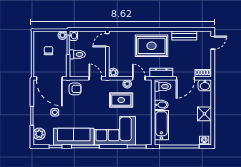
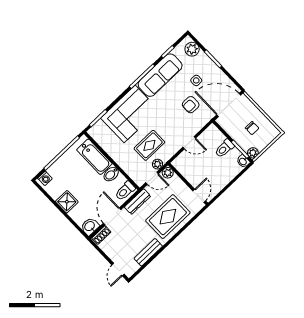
door: (107, 40) -> (199, 196), moved
wall: (107, 54) -> (188, 184), moved
plant: (113, 73) -> (168, 173), moved
armchair: (75, 89) -> (191, 105), moved

